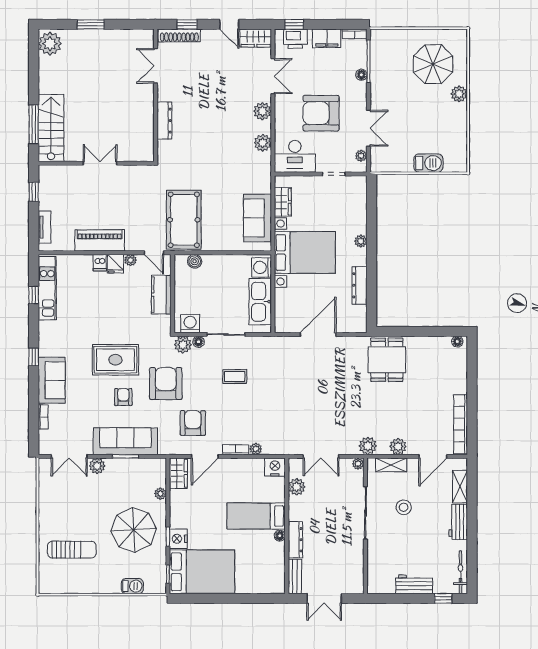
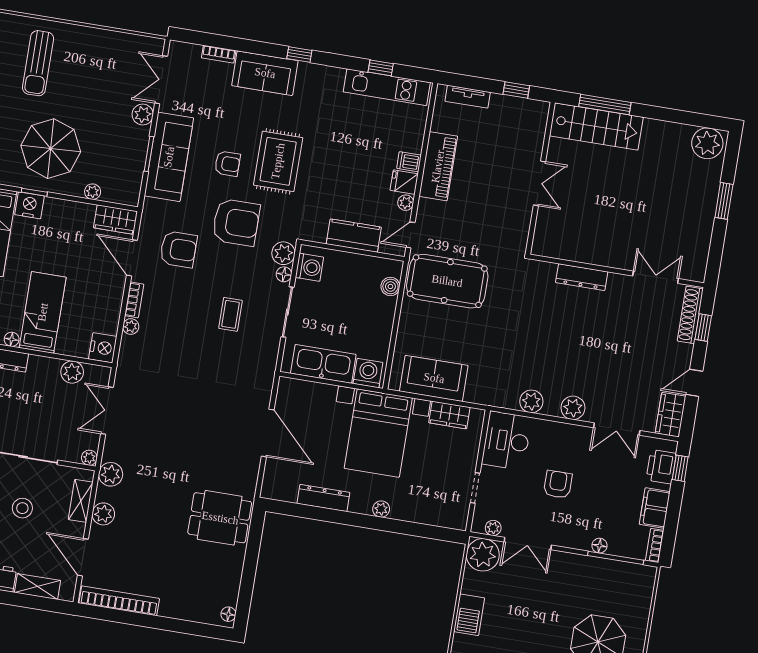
armchair: (321, 113) -> (558, 484), width x0.53, depth x0.53
plant: (382, 160) -> (483, 555), added

